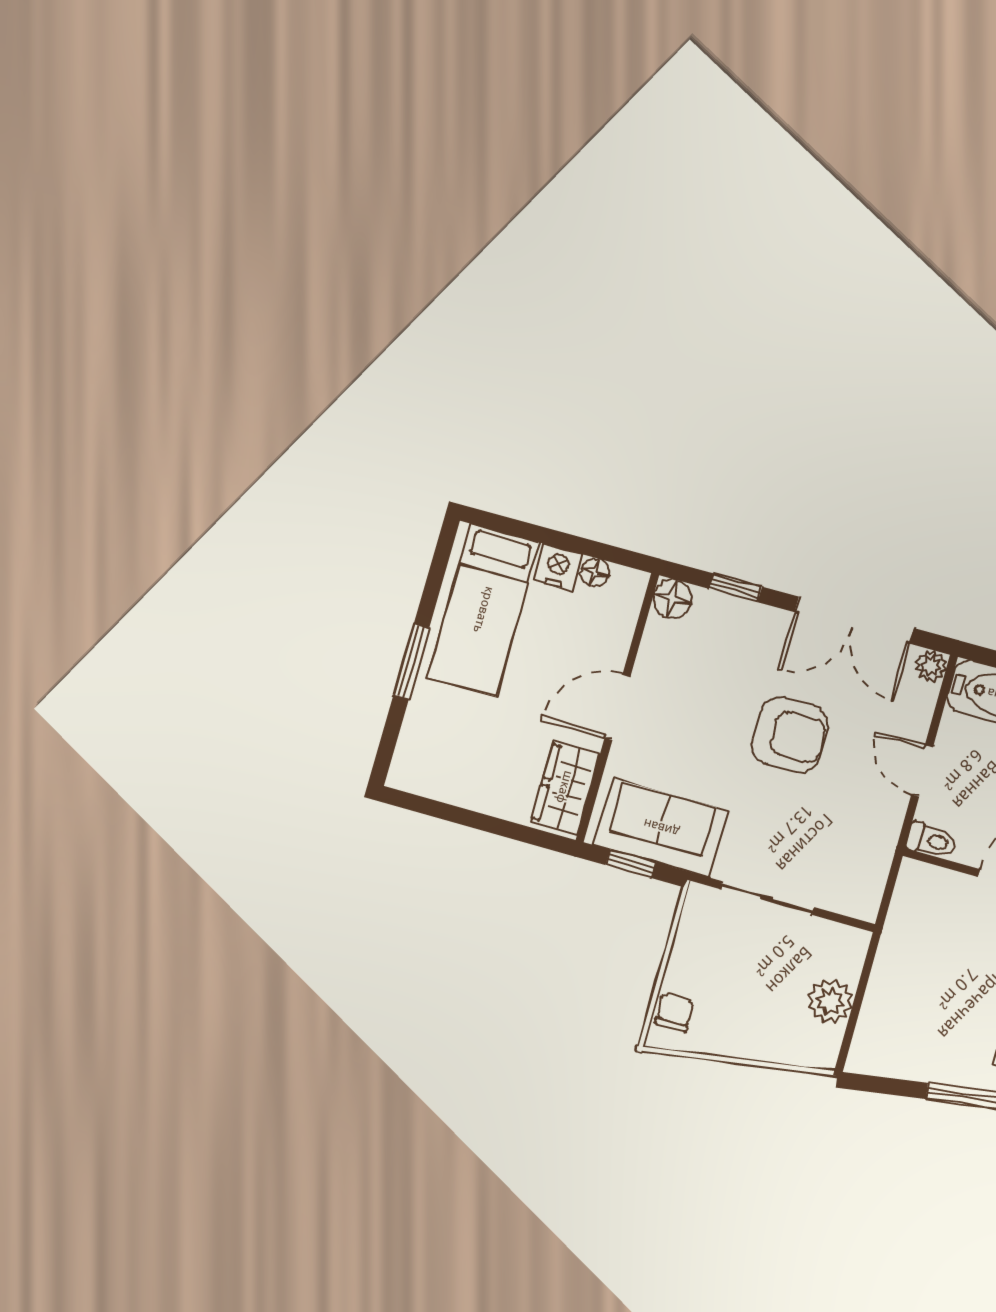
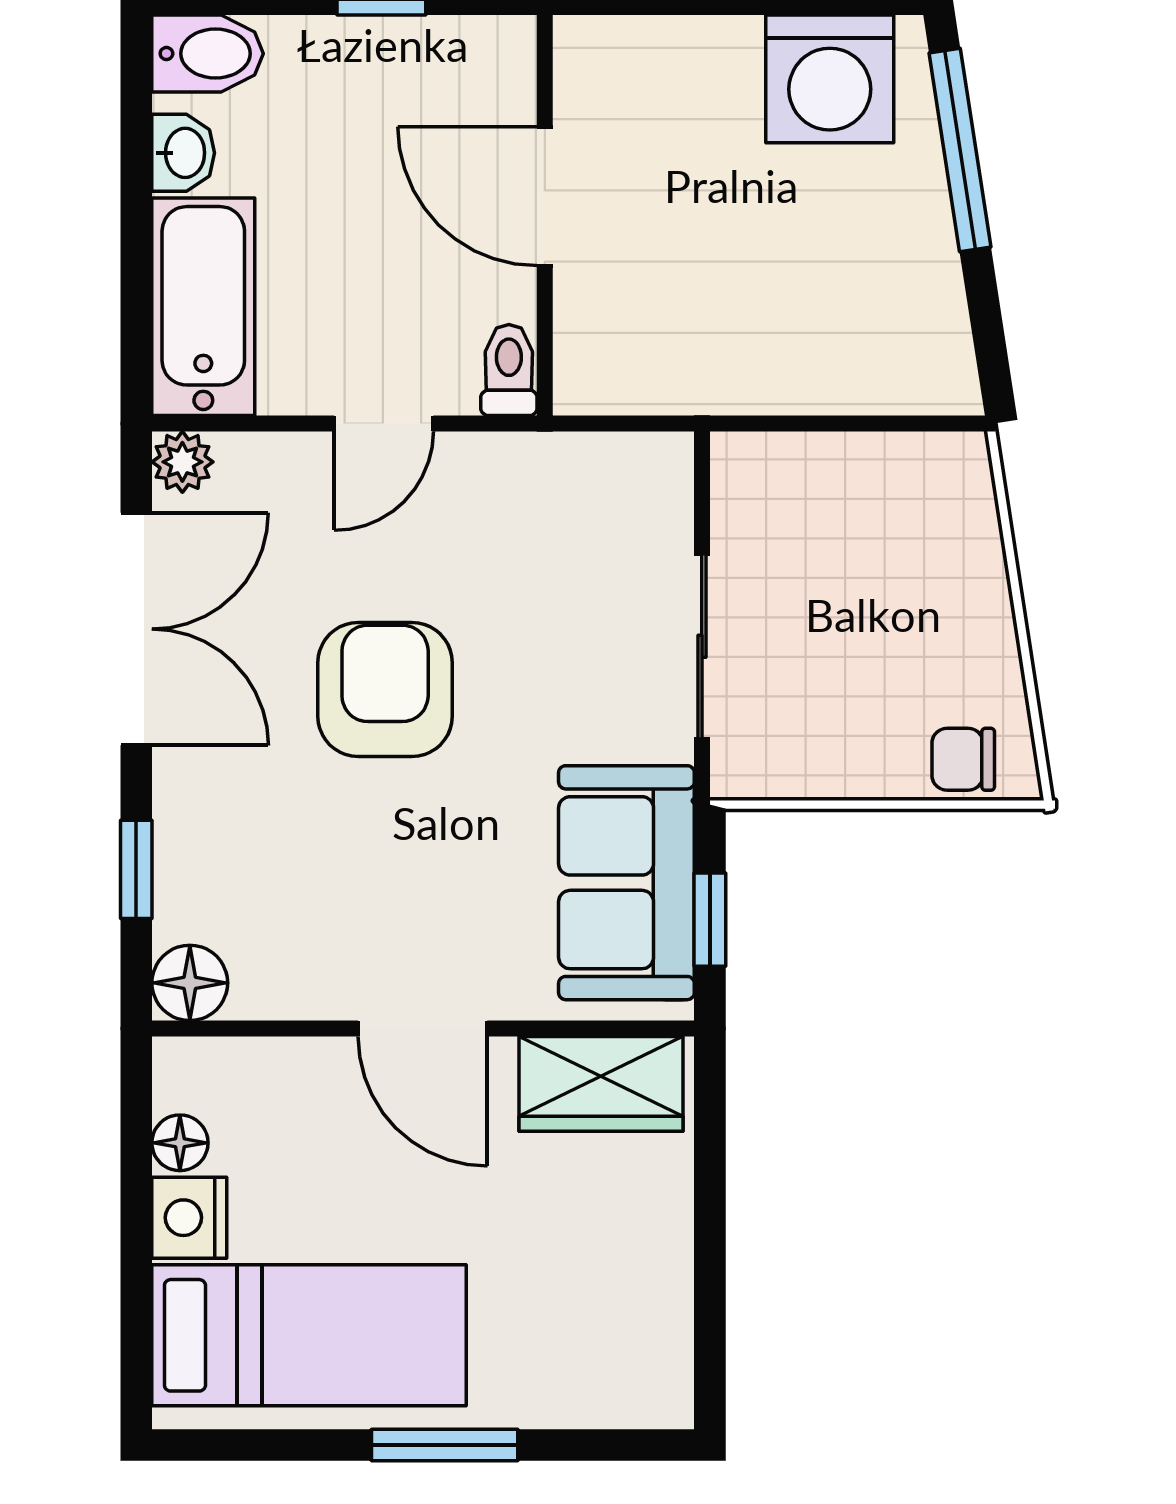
plant: (830, 1001) -> (861, 475), removed

